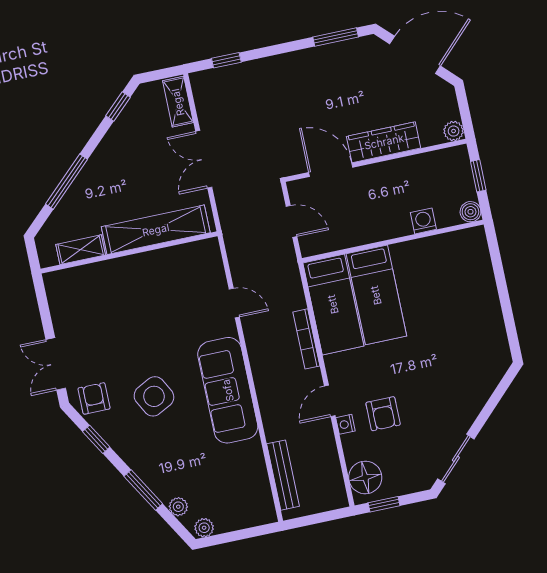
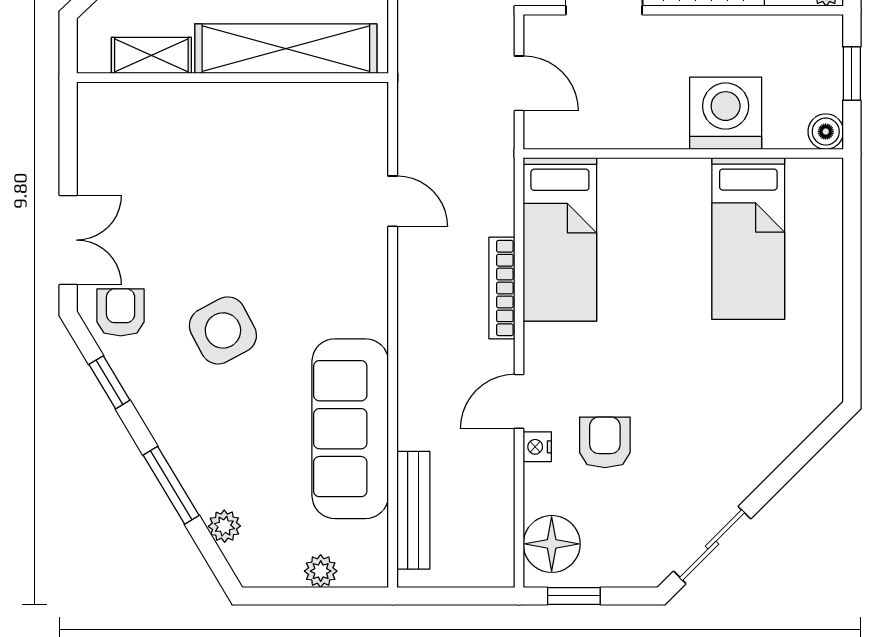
washing machine: (423, 221) -> (726, 113), width x1.89, depth x1.89
bed: (376, 295) -> (748, 239), moved
double door: (56, 364) -> (68, 240), swing flipped
sofa: (228, 390) -> (350, 429), moved
armchair: (383, 414) -> (605, 442), turned 180
plant: (204, 528) -> (321, 571), moved

